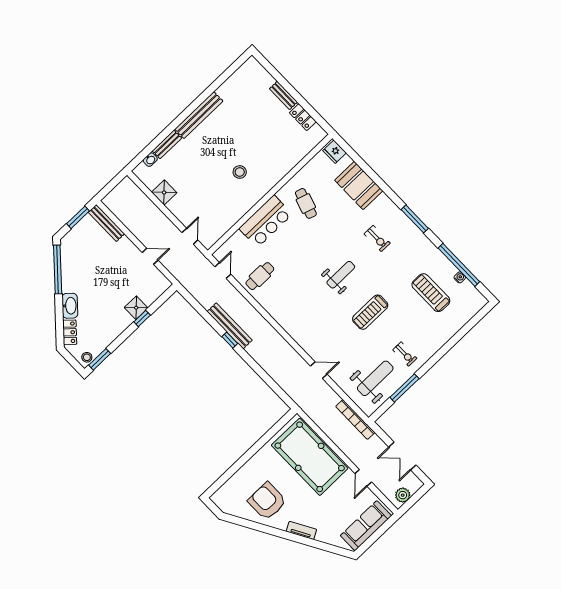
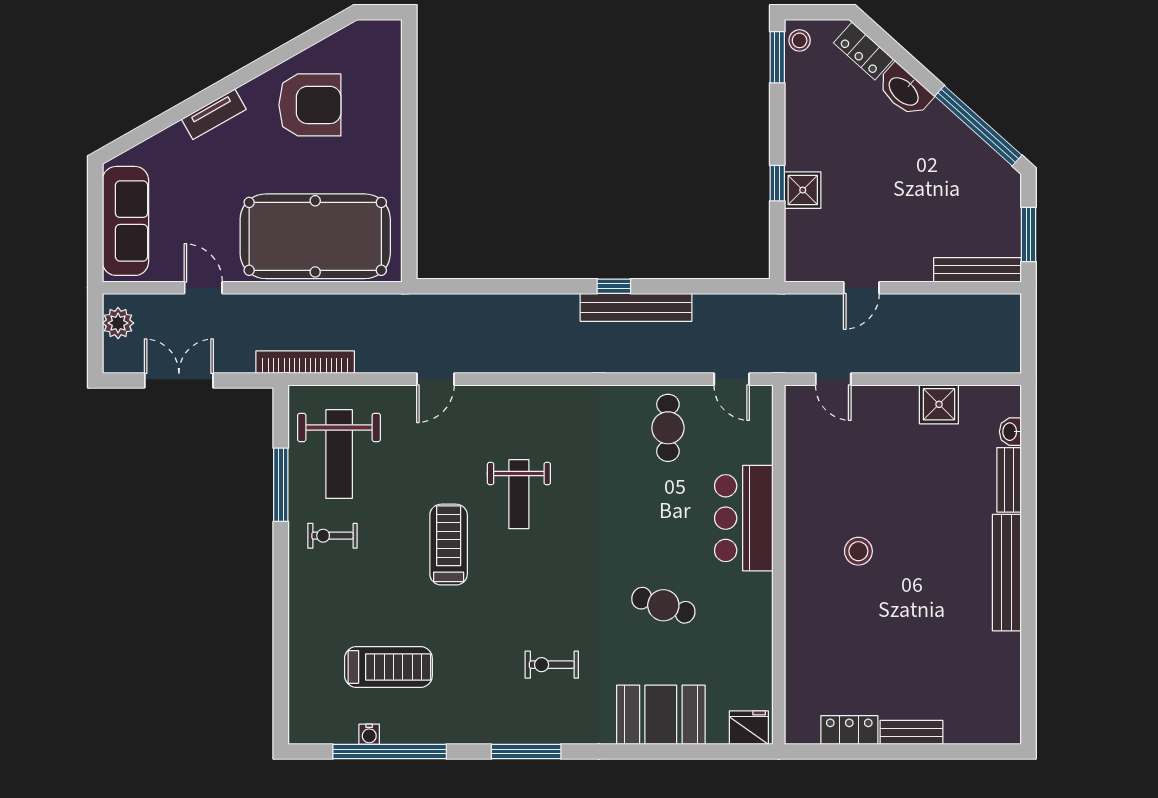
cafe table: (306, 203) -> (663, 605), moved
weight bench: (341, 275) -> (519, 494), moved

